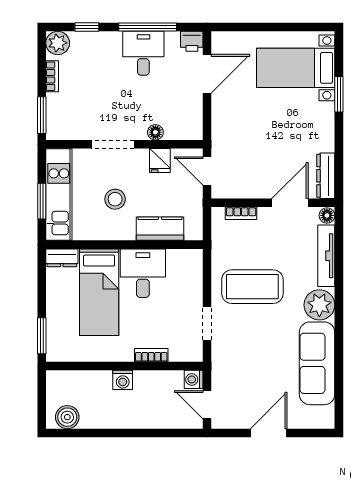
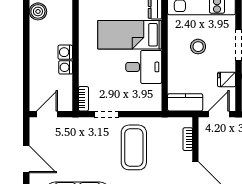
kitchen counter: (160, 229) -> (185, 102), moved, turned -90
bookcase: (151, 355) -> (83, 99), moved
washing machine: (194, 379) -> (66, 67), moved, turned -90

